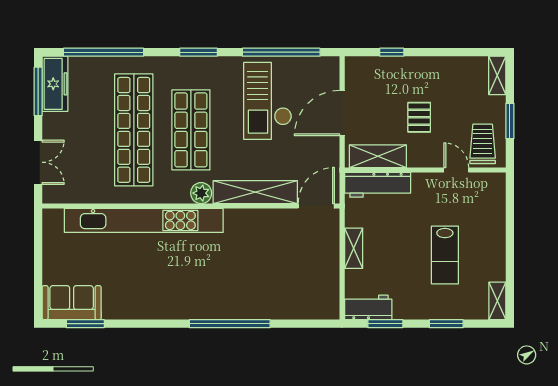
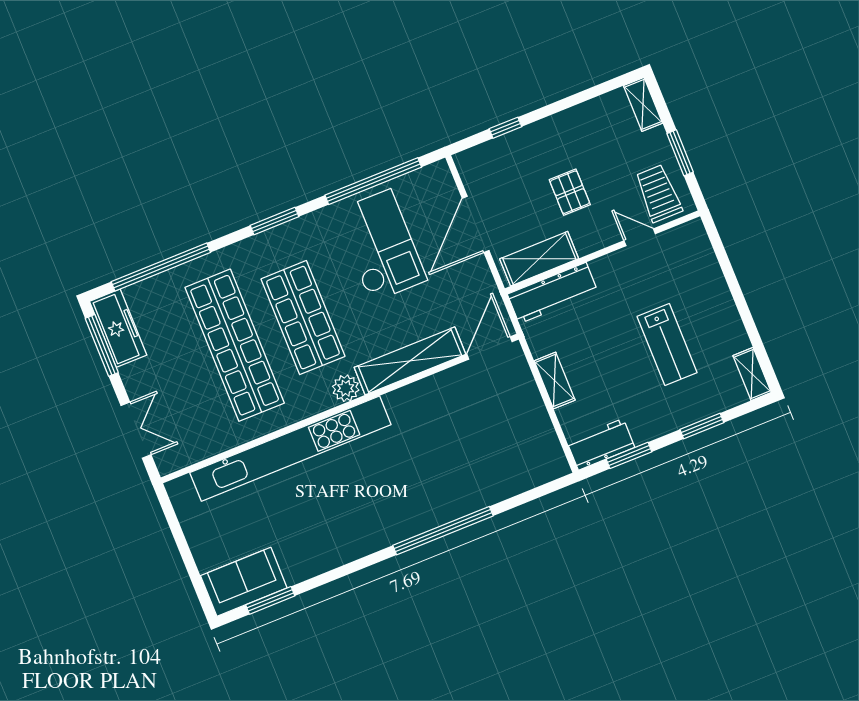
checkout: (268, 101) -> (381, 246), turned 180

